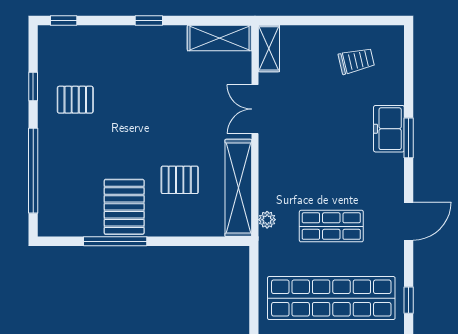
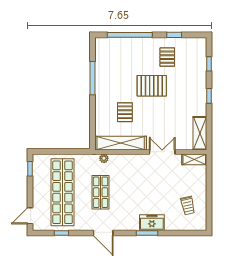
window: (64, 21) -> (209, 64), moved
pallet: (124, 207) -> (152, 86), moved

